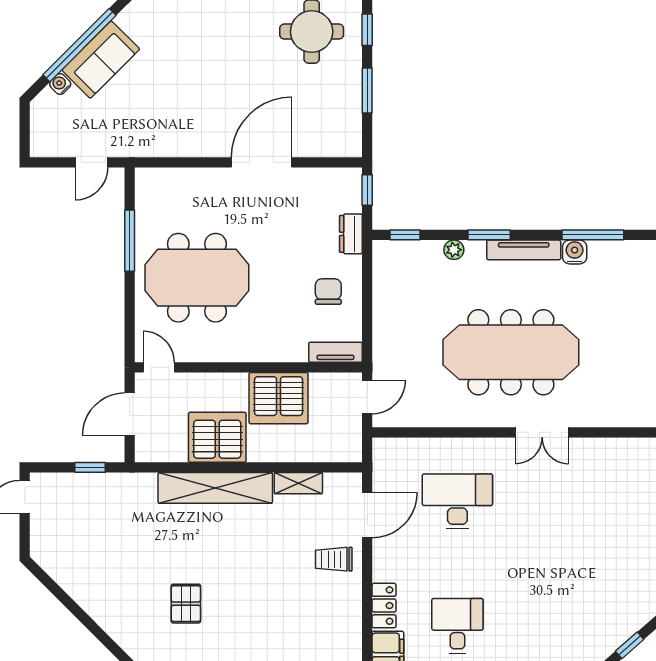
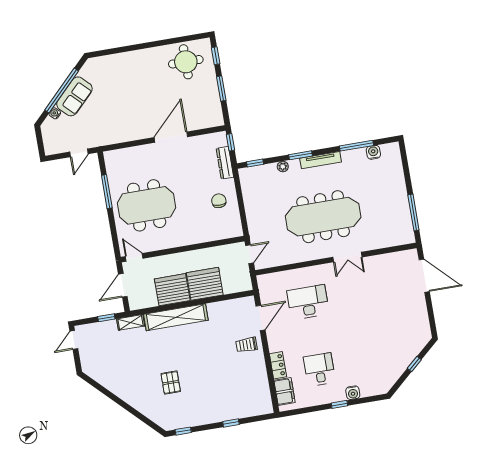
dresser: (351, 234) -> (225, 163), width x1.44
water cooler: (575, 252) -> (373, 152), moved
tv unit: (335, 352) -> (228, 233), removed
server rack: (279, 398) -> (205, 284), moved, turned 180
shelving: (298, 483) -> (131, 322), moved

